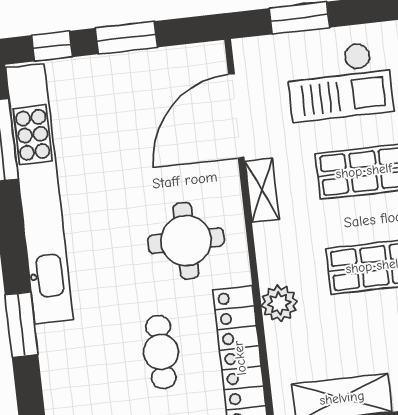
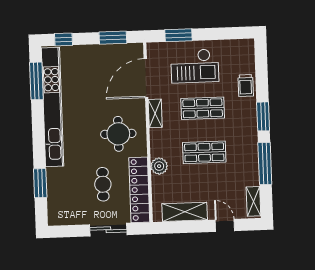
window: (126, 38) -> (113, 38), moved
window: (21, 325) -> (40, 183), moved

